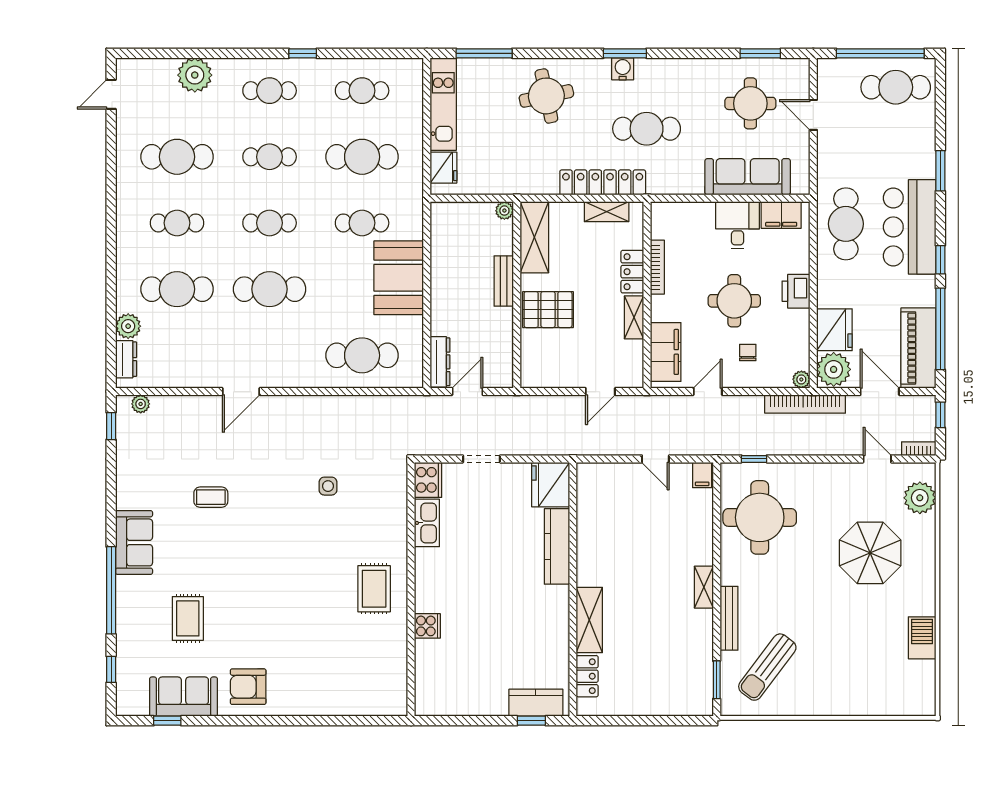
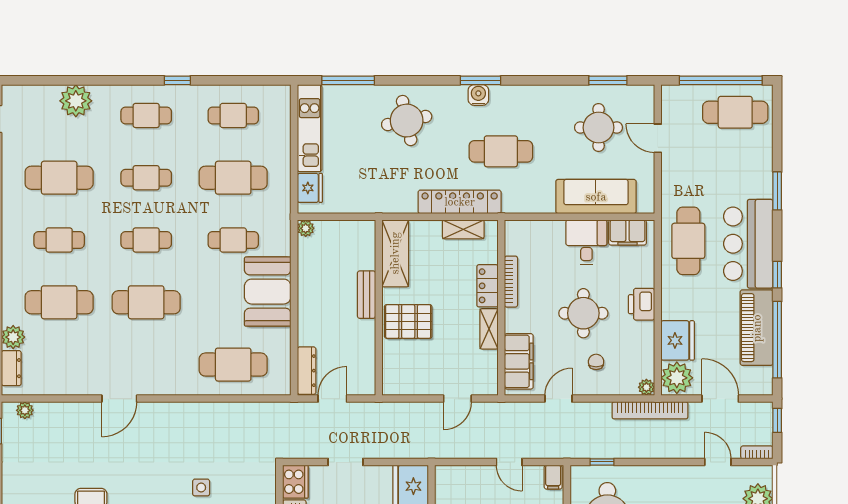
plant: (504, 211) -> (306, 228), moved
piano: (918, 348) -> (757, 328), moved

